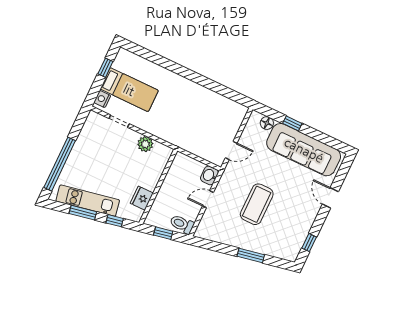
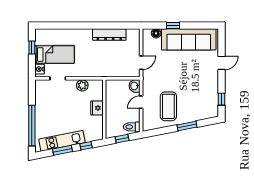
dresser: (209, 97) -> (109, 35), added
fridge: (142, 198) -> (97, 108), moved
door: (330, 198) -> (222, 63), swing flipped
coffee table: (257, 204) -> (168, 106), moved

